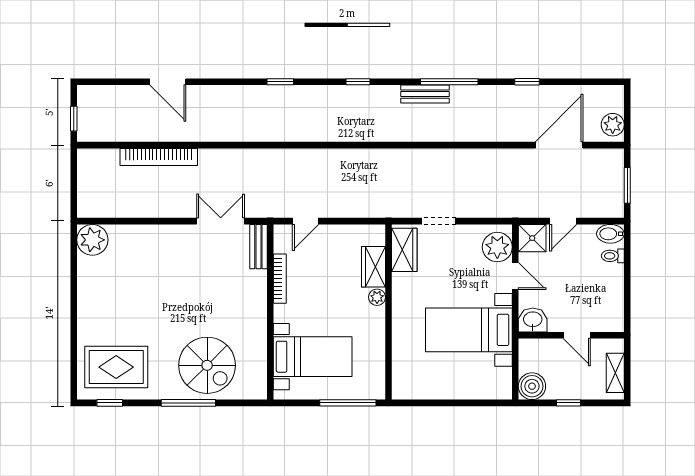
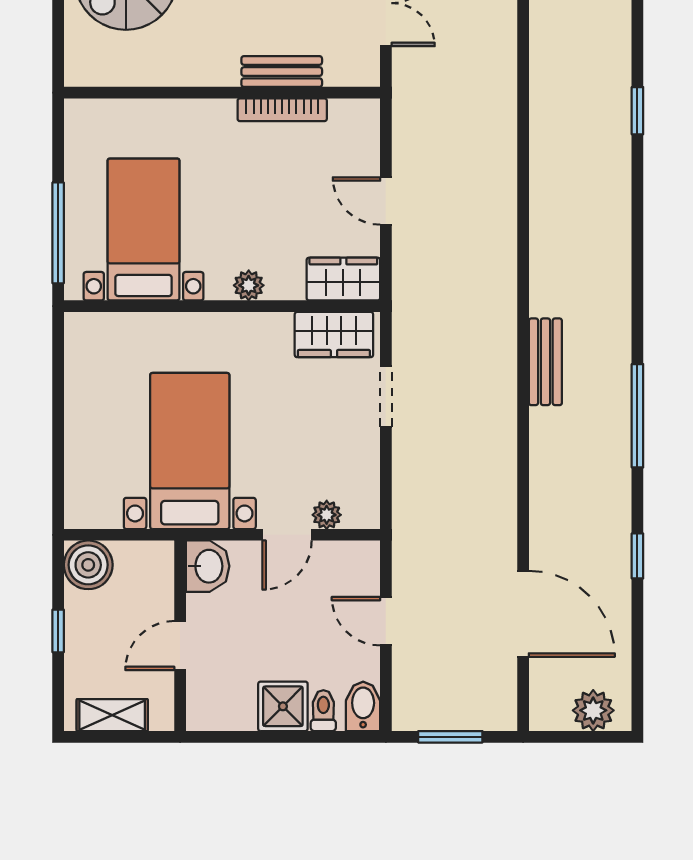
window: (358, 82) -> (637, 251), removed
bench: (425, 94) -> (545, 362), moved
plant: (613, 125) -> (593, 710), moved
door: (306, 221) -> (386, 201), moved
shower: (532, 238) -> (283, 706), moved
bench: (258, 247) -> (282, 72), moved
plant: (497, 247) -> (327, 515), width x0.53, depth x0.53
wardrobe: (374, 267) -> (343, 279), moved
bed with nightstands: (313, 357) -> (144, 229), moved, turned 180

